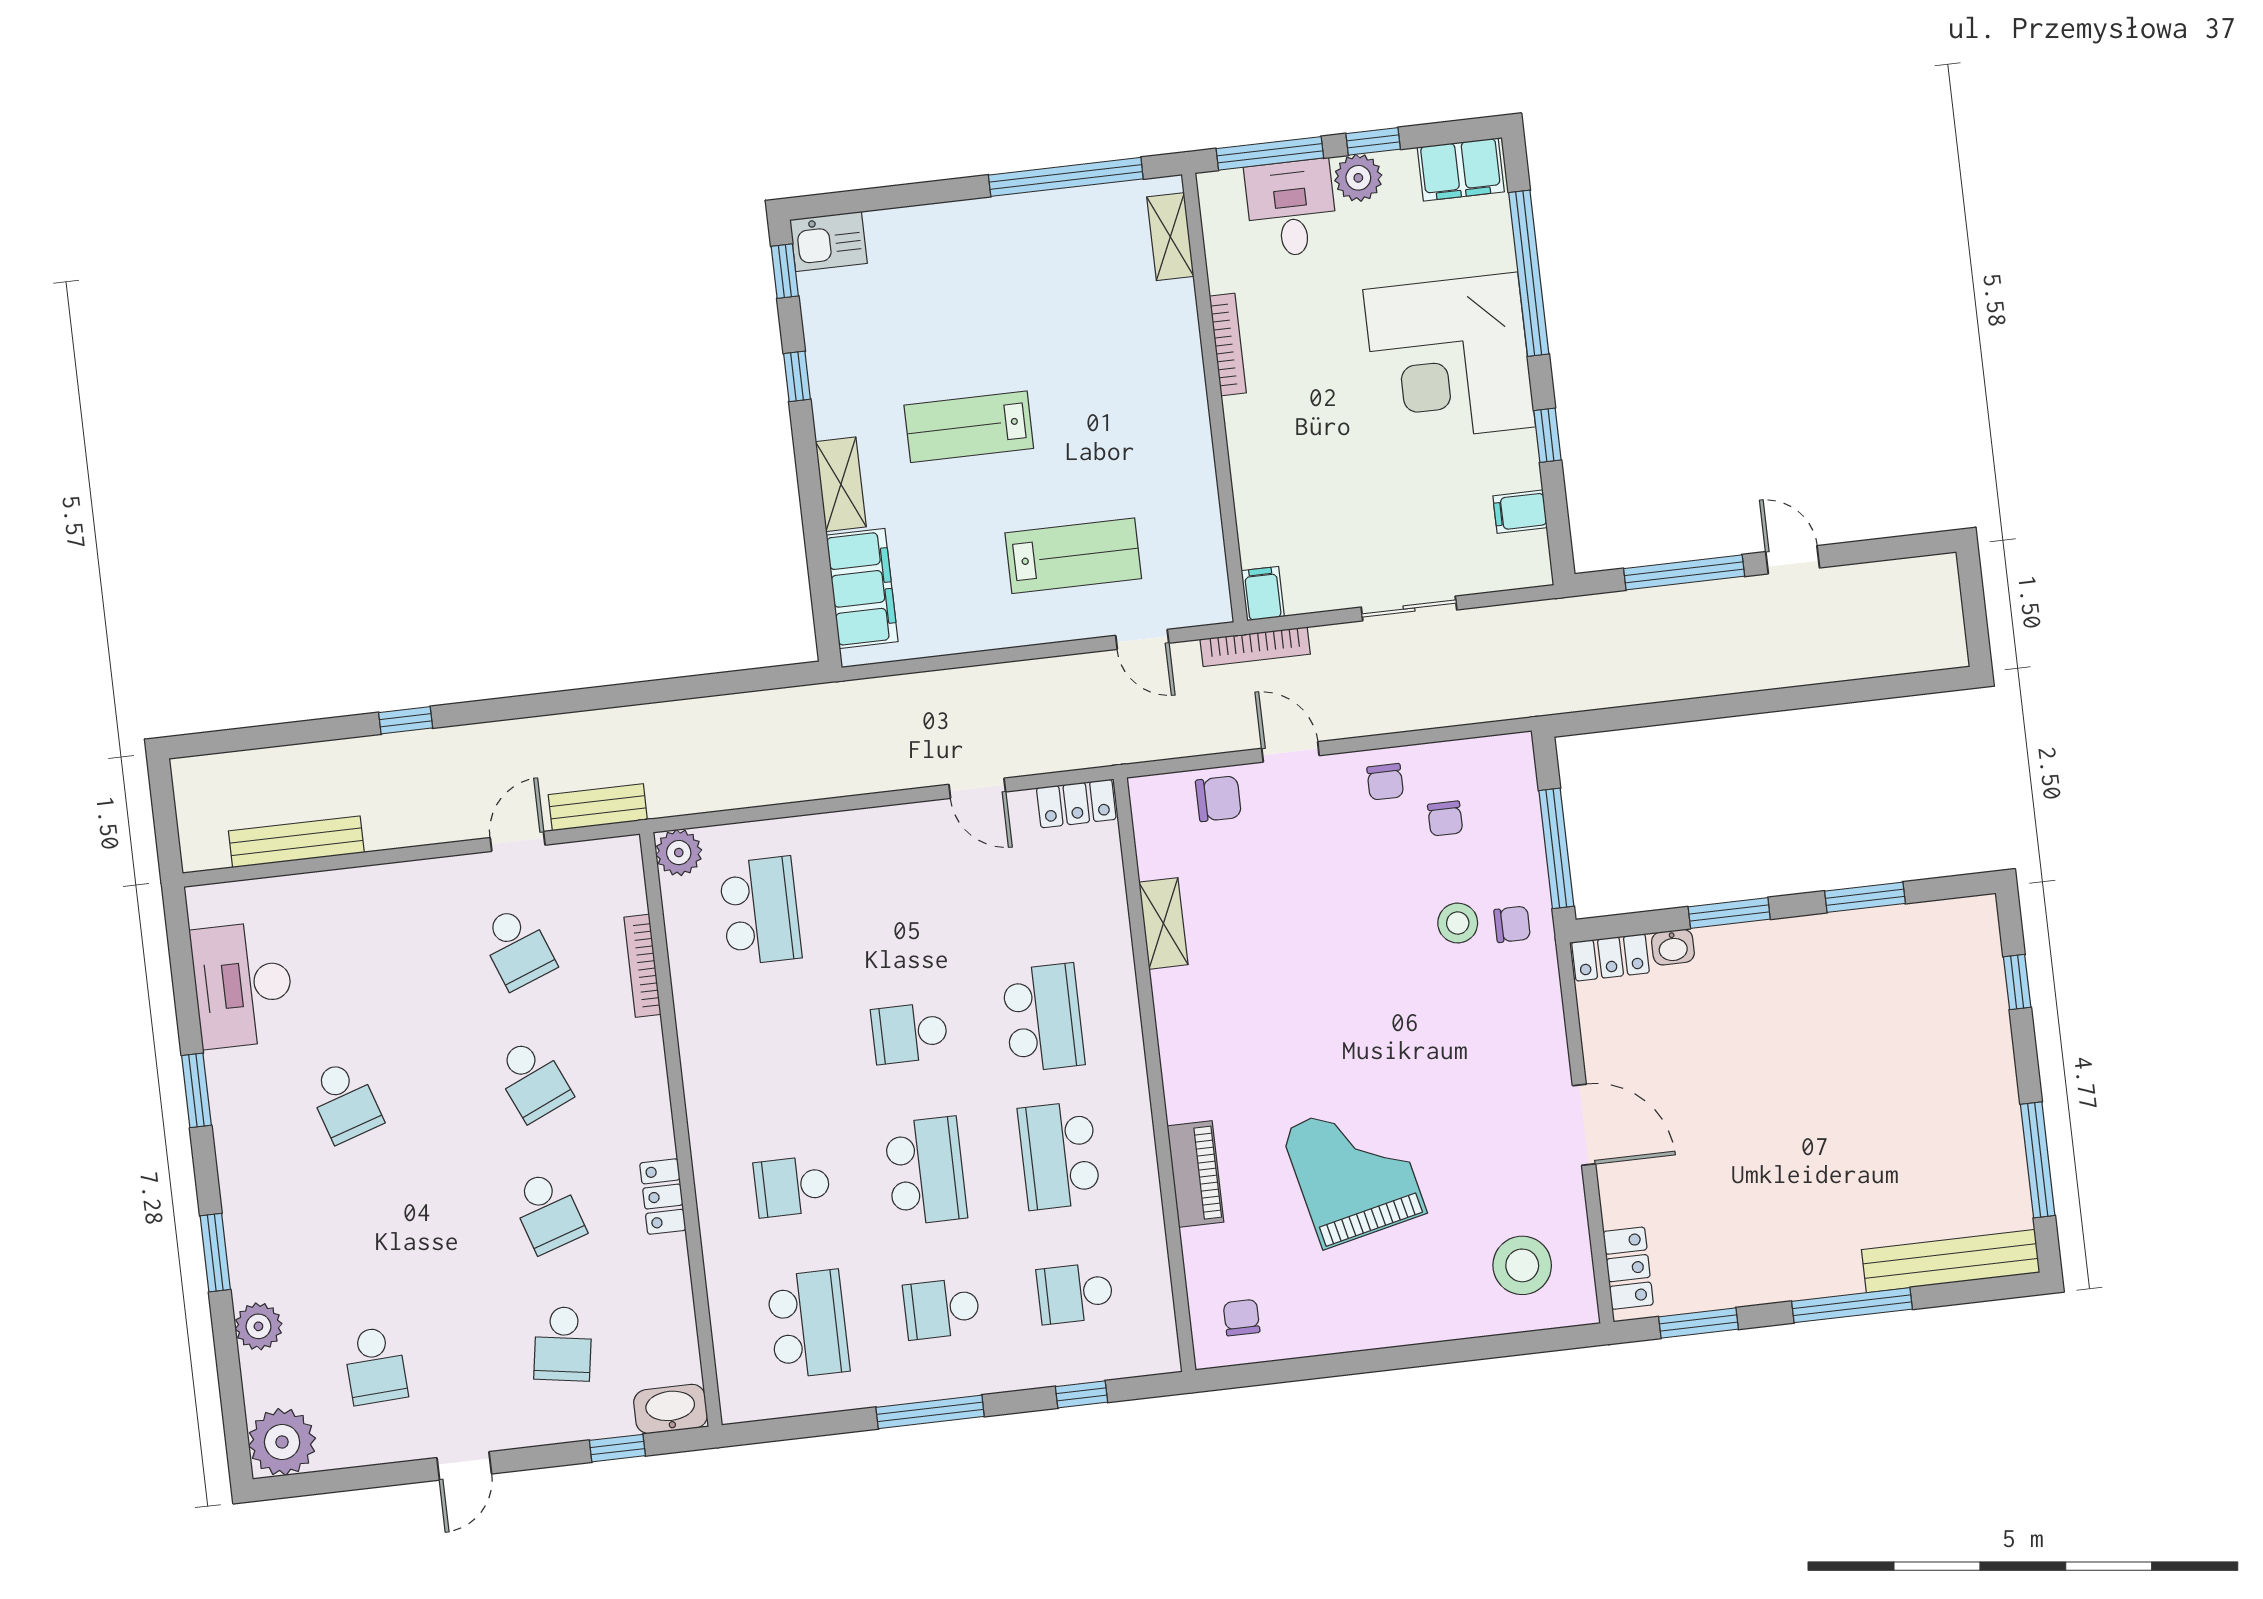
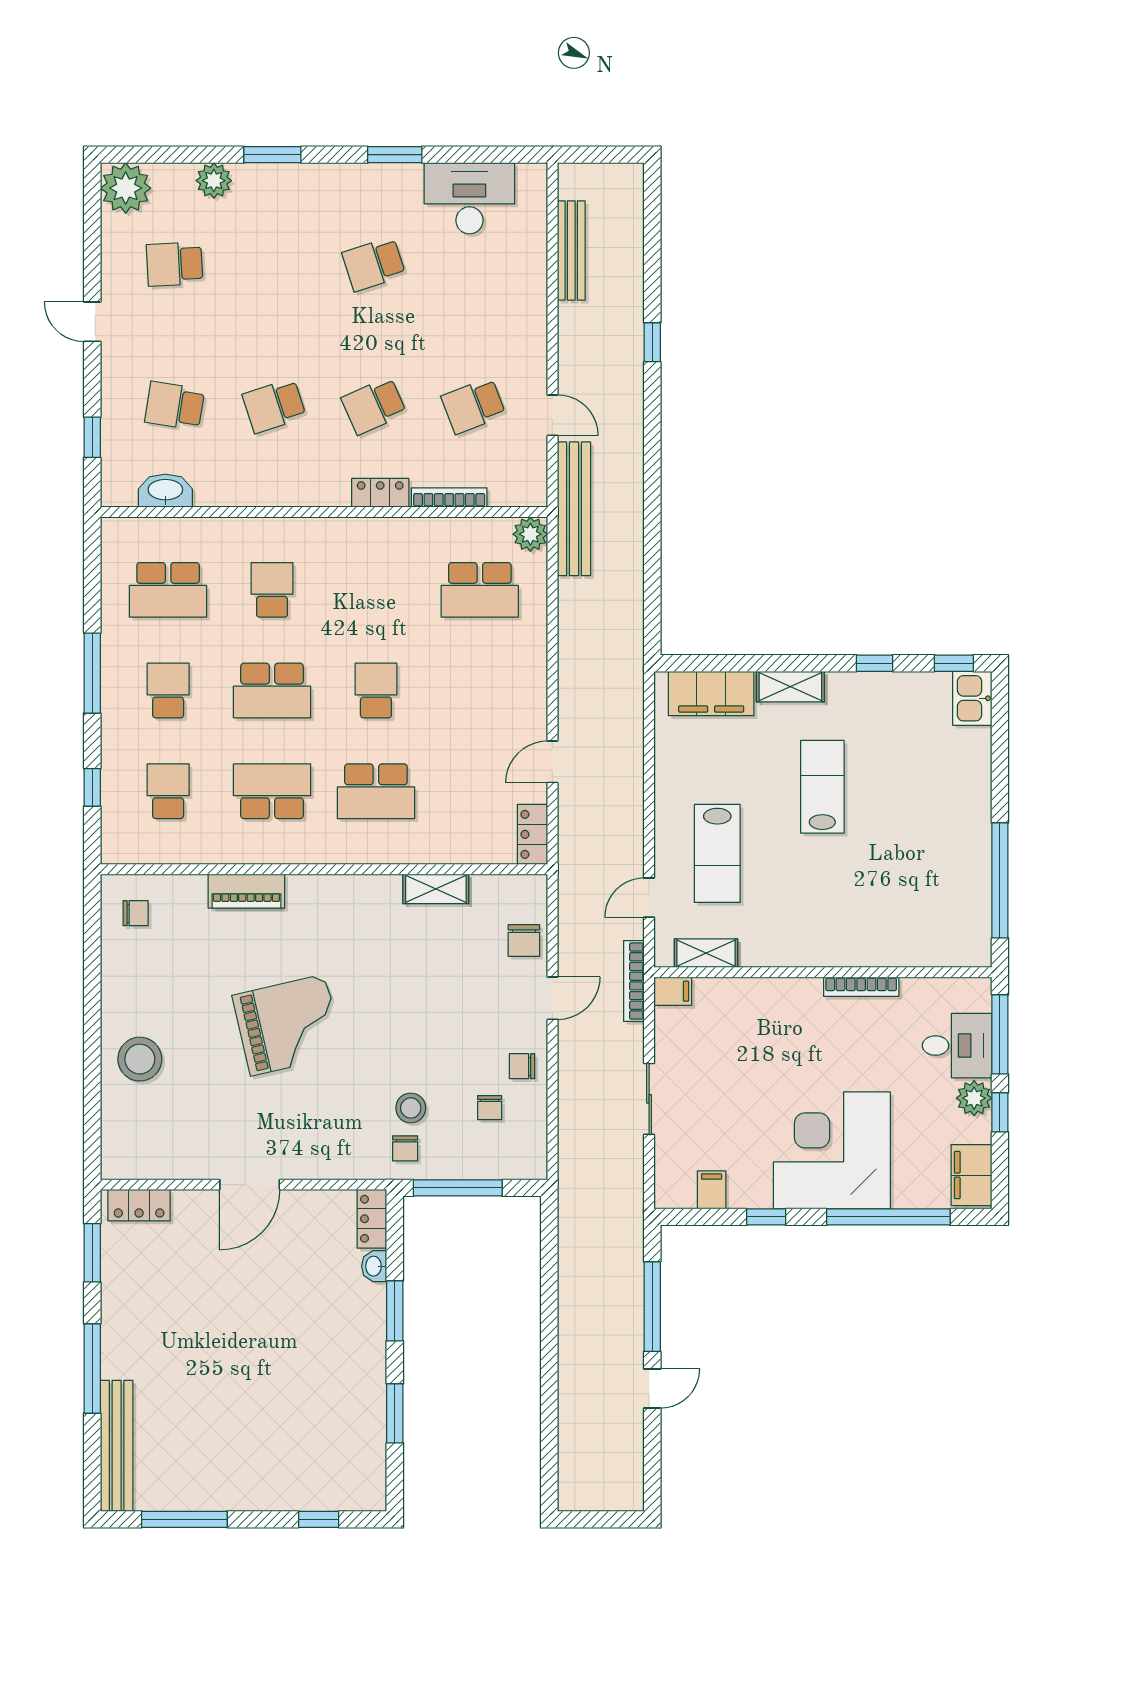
shelving: (1170, 237) -> (706, 953), moved
bench: (598, 807) -> (574, 509), width x1.86, depth x1.21
chair: (1445, 819) -> (490, 1108), turned -90
grand piano: (1354, 1171) -> (288, 1025), moved
locker: (663, 1197) -> (380, 493), moved
stool: (1522, 1265) -> (140, 1059), moved
washbasin: (671, 1409) -> (165, 491), moved, turned -90

